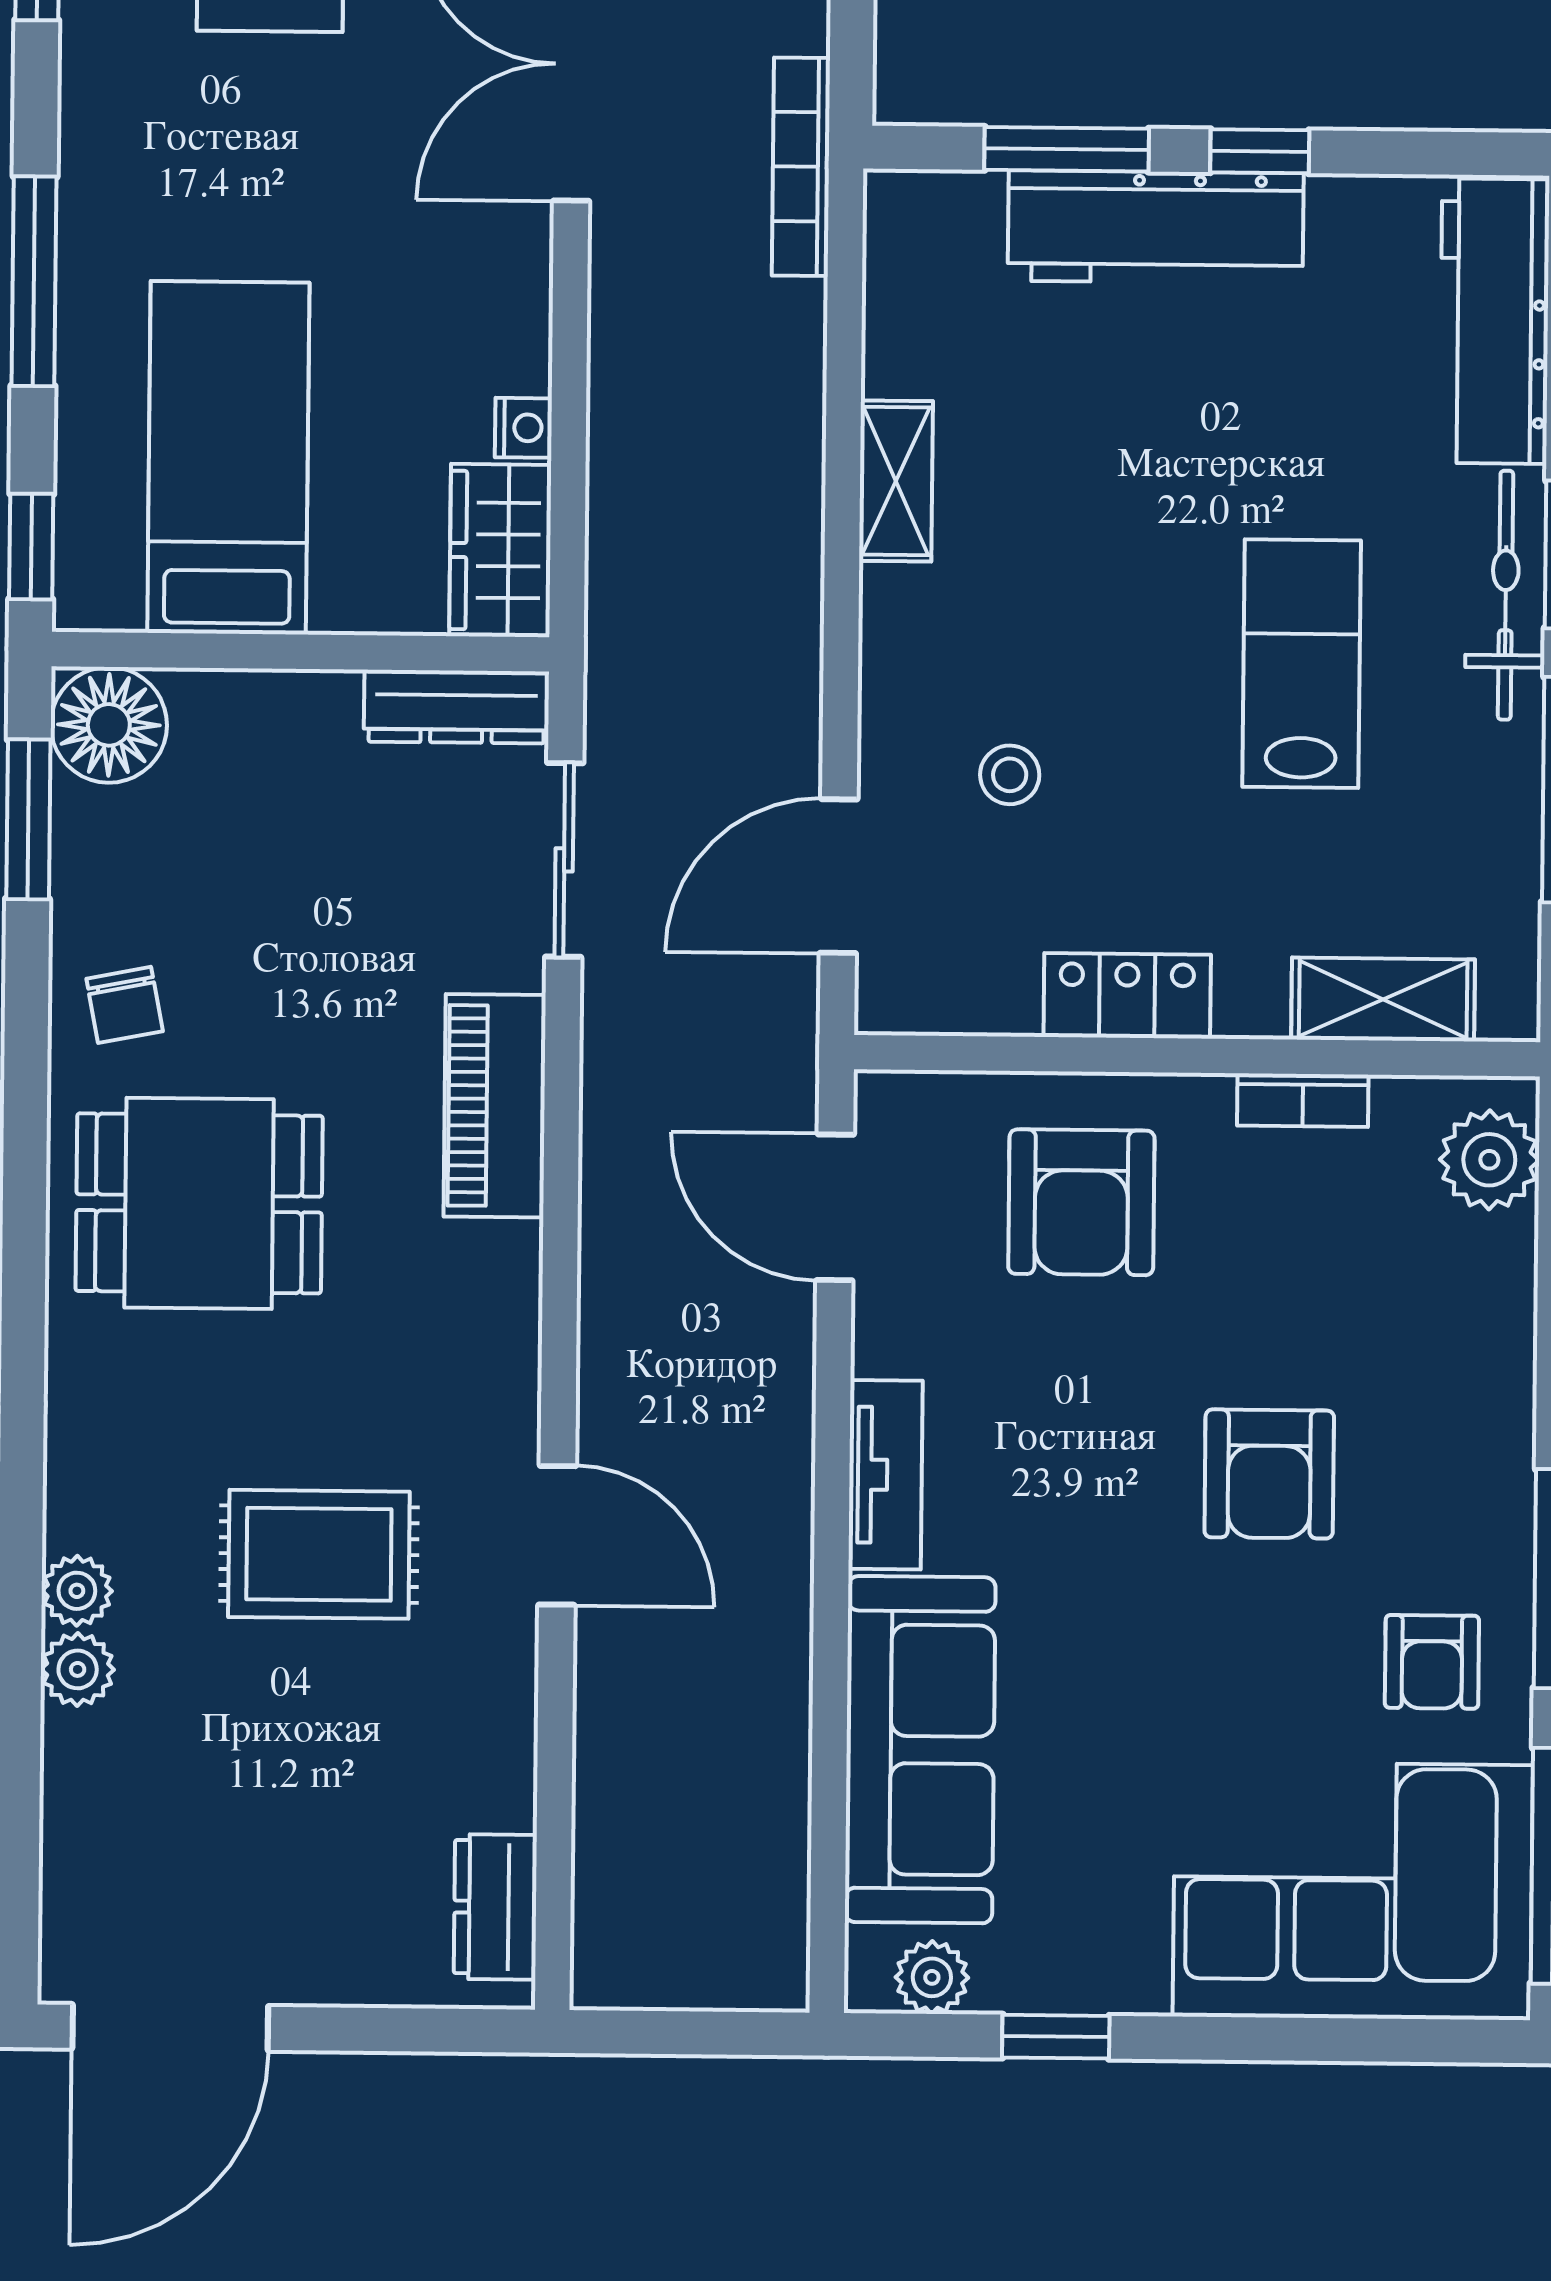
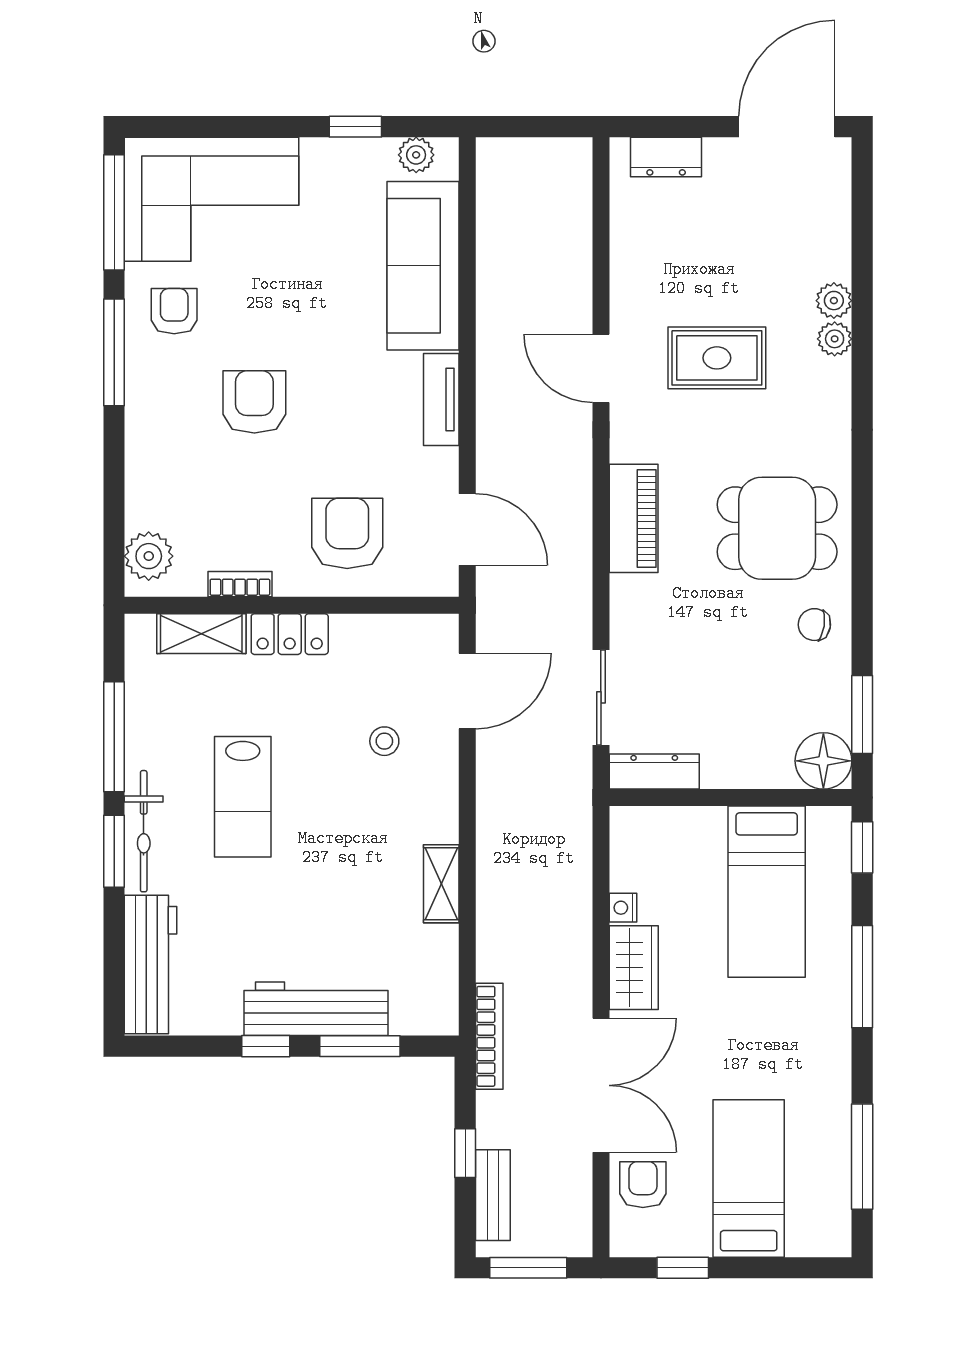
wardrobe: (500, 550) -> (634, 968), moved
locker: (1127, 996) -> (290, 634), moved
chair: (125, 1005) -> (814, 625), turned -70
piano: (495, 1106) -> (634, 518), moved
dresser: (495, 1907) -> (666, 157), moved, turned 90

